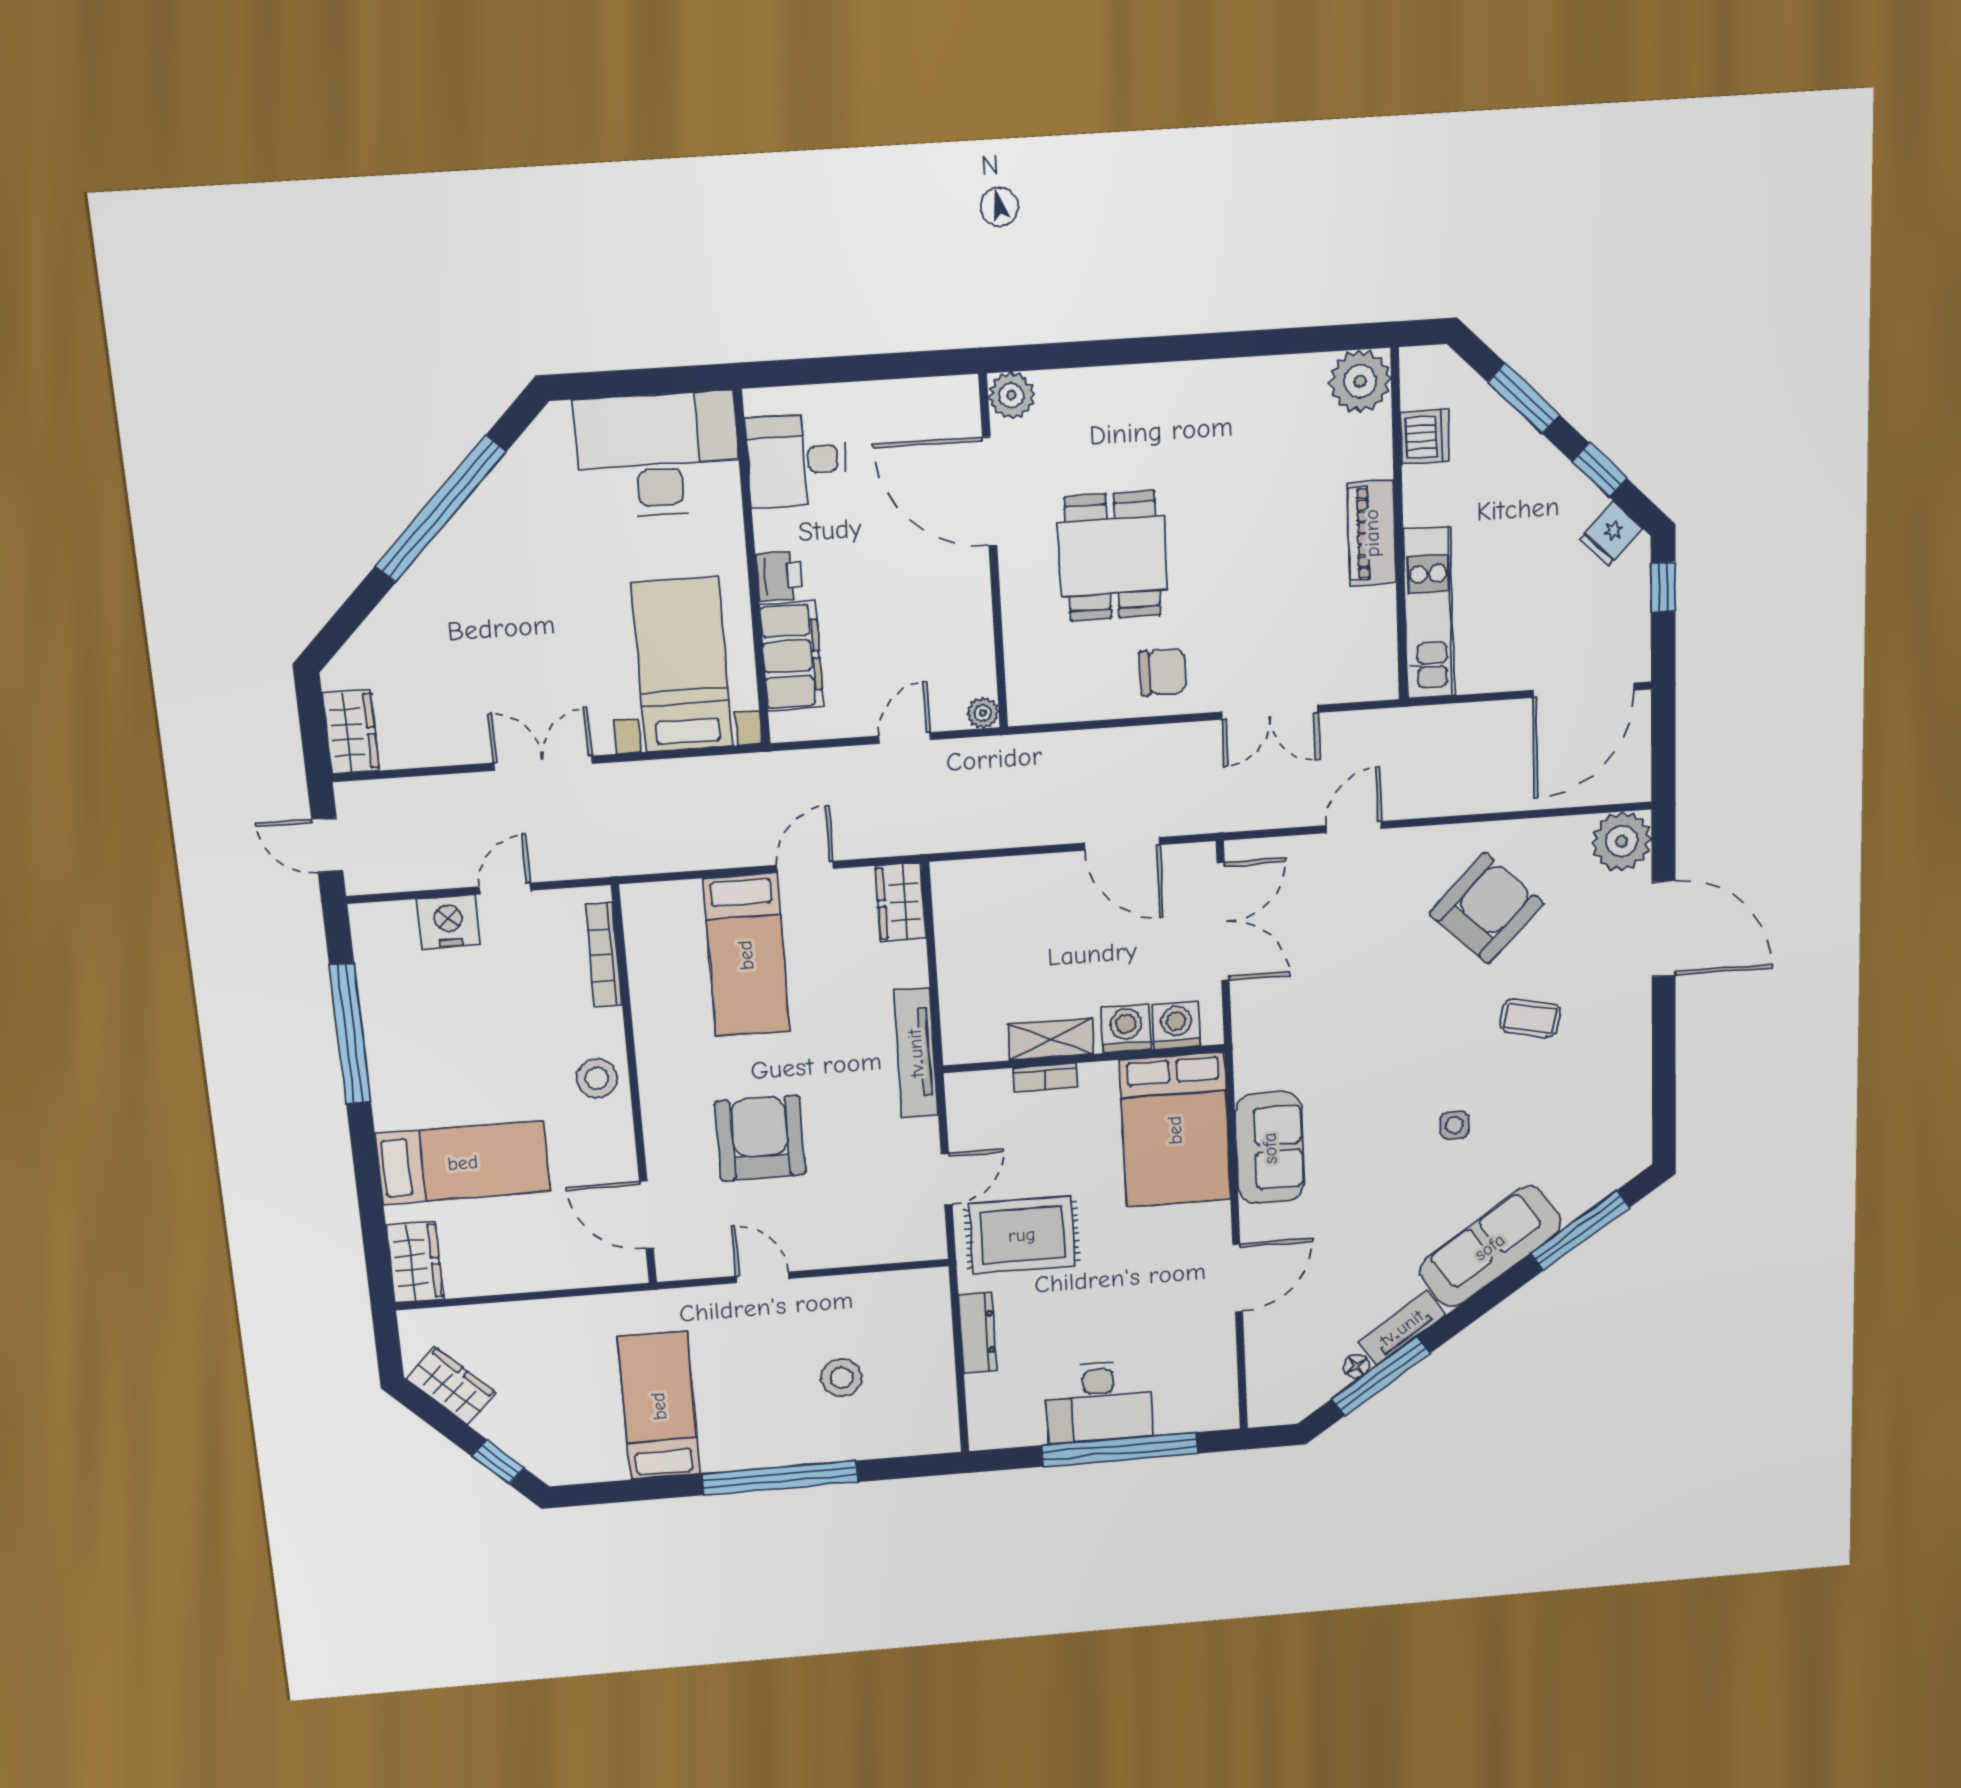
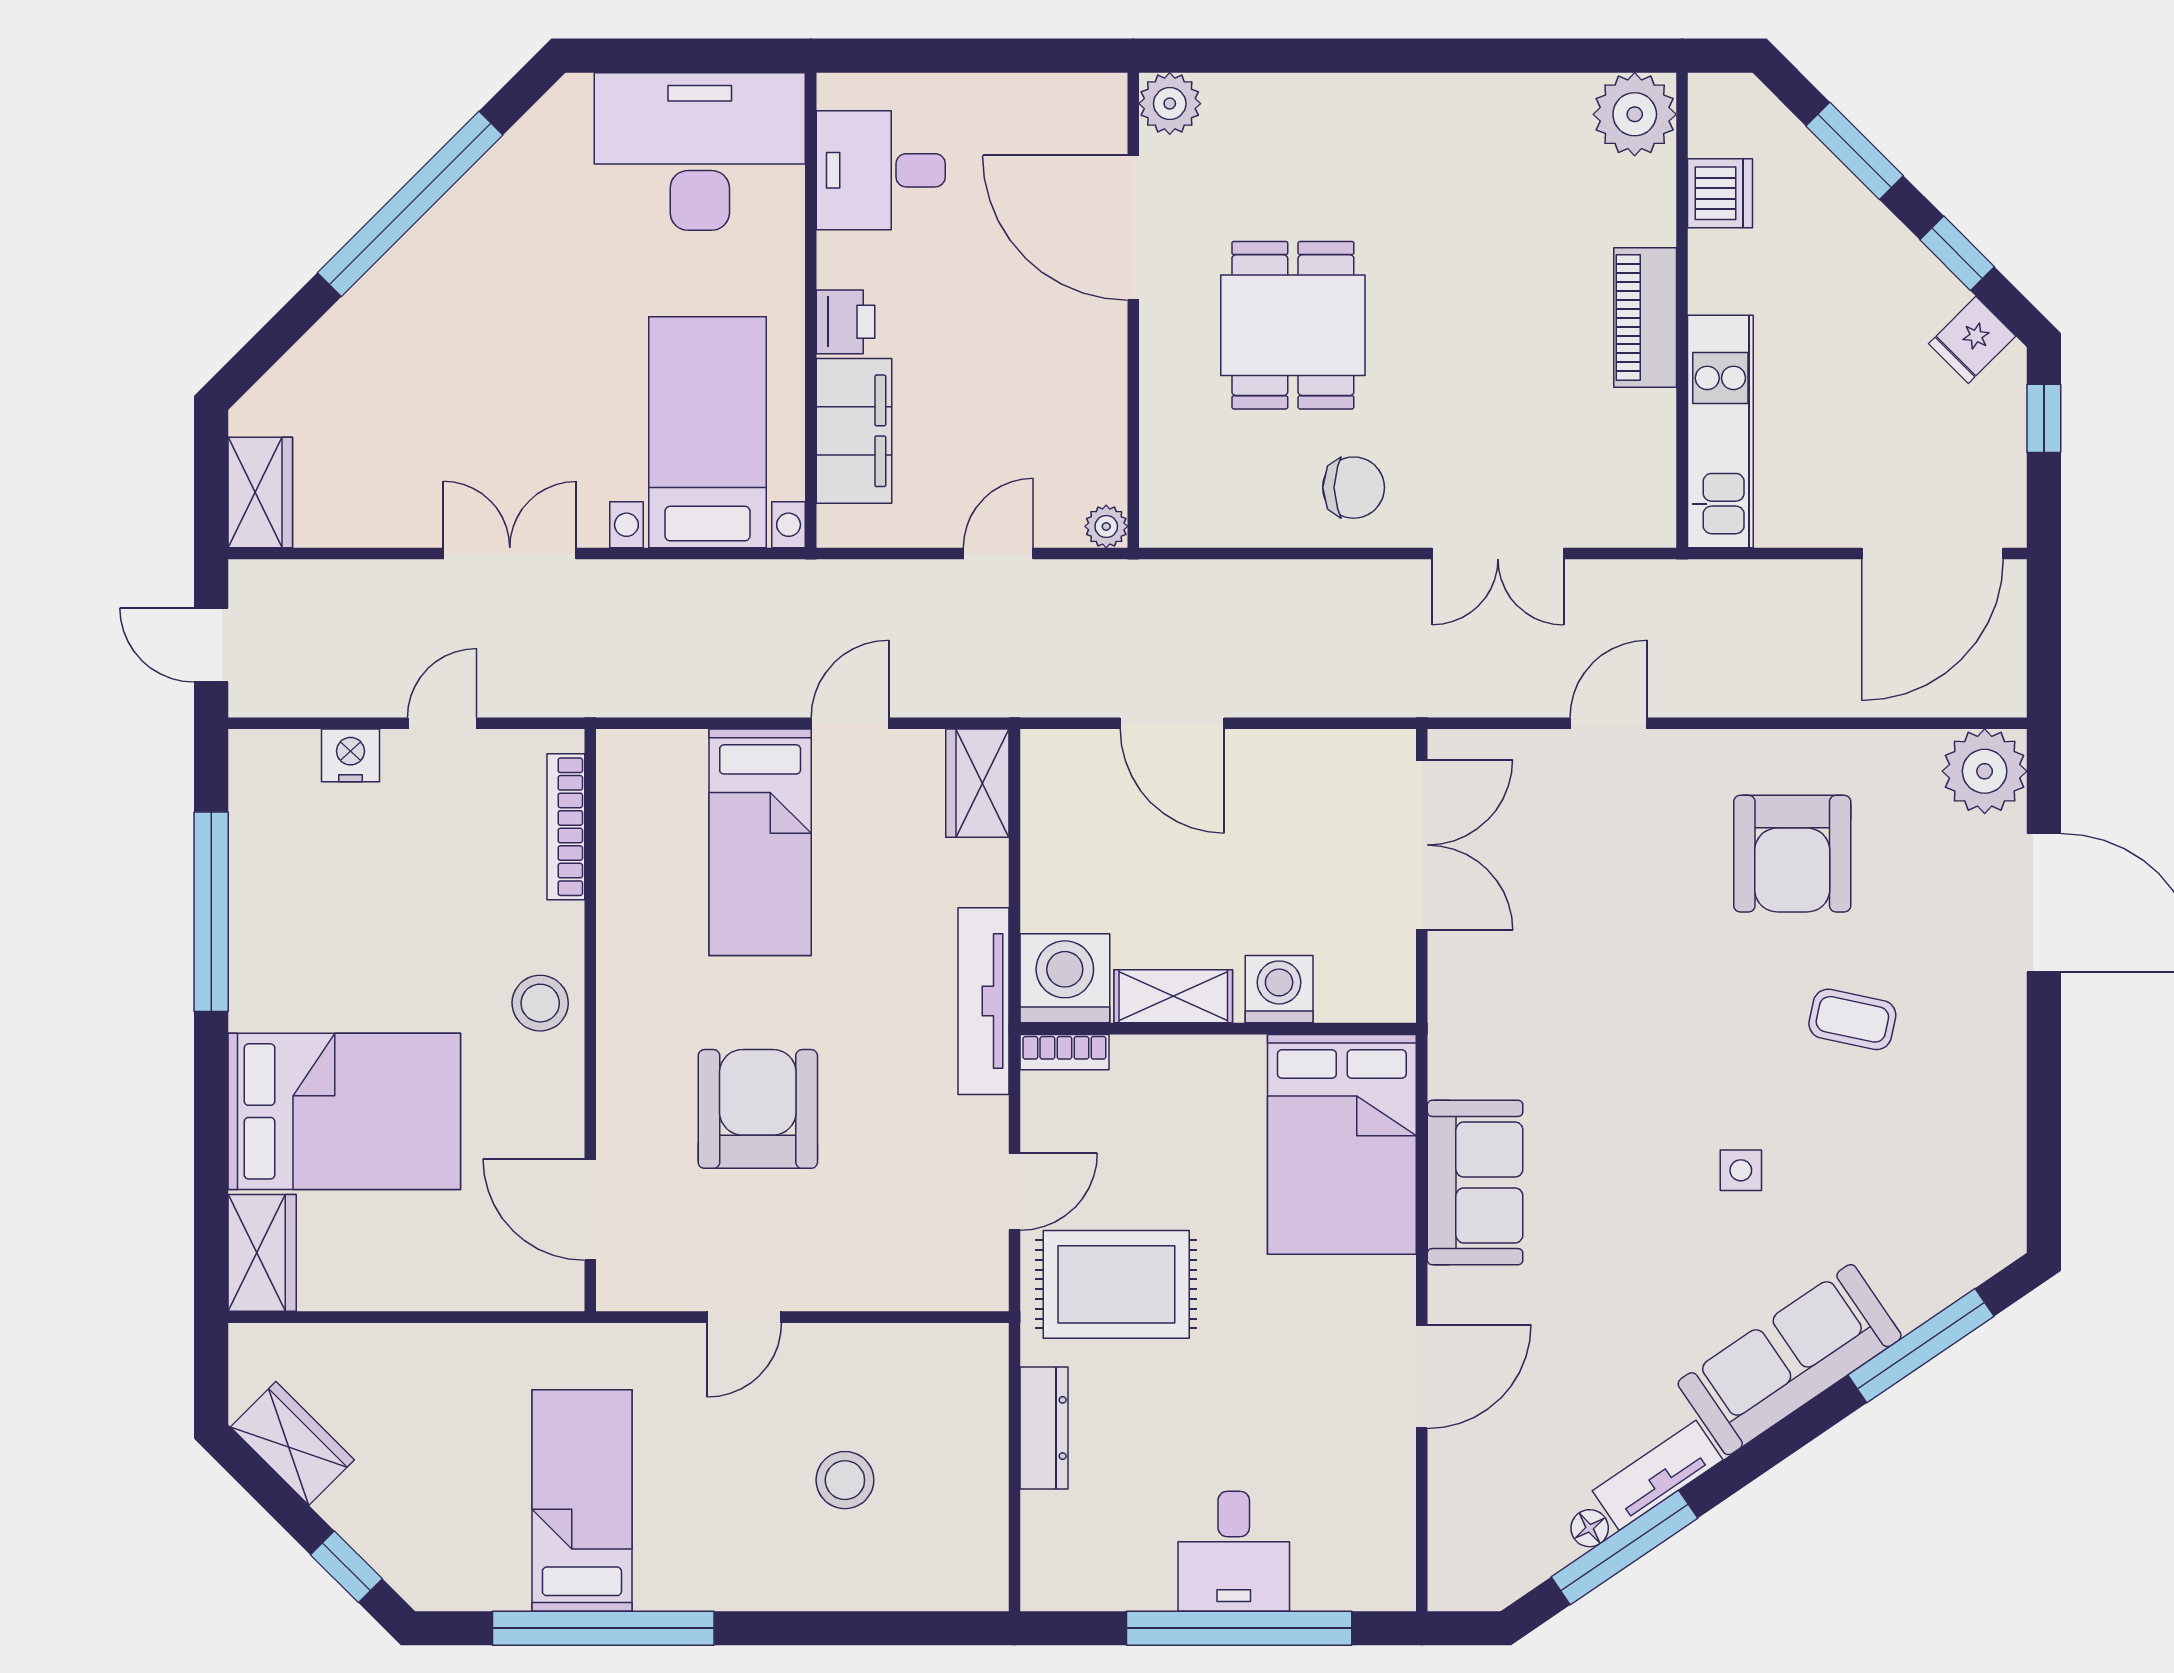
door: (1122, 844) -> (1172, 723), moved
armchair: (1486, 908) -> (1792, 854), turned 136
nightstand: (448, 922) -> (351, 755), width x0.74, depth x0.75
washing machine: (1176, 1025) -> (1065, 978), moved, width x1.37, depth x1.37
bookcase: (1045, 1077) -> (1064, 1052), moved
bed: (463, 1163) -> (344, 1111), width x1.50
door: (762, 1277) -> (744, 1317), swing flipped
desk: (1099, 1402) -> (1234, 1551), width x0.73
window: (780, 1478) -> (603, 1628), moved

